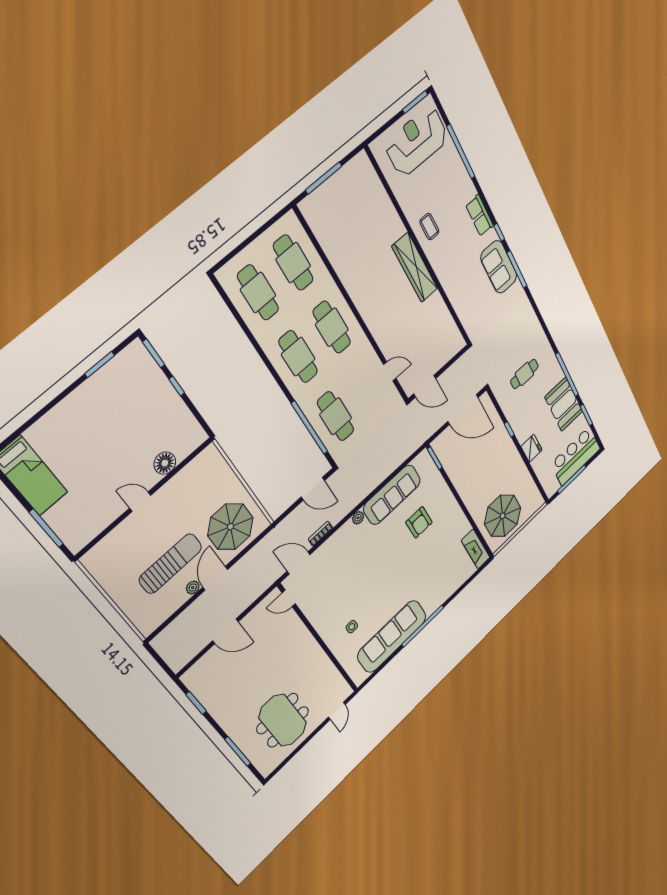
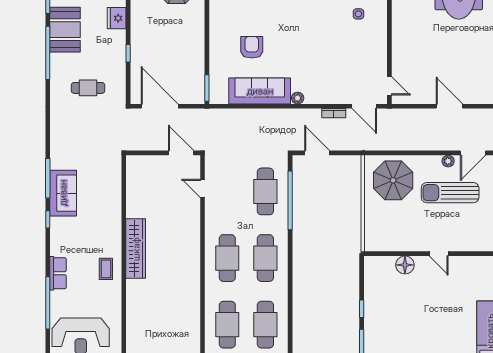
row of seats: (480, 216) -> (58, 273), moved
door: (215, 578) -> (473, 153), moved

